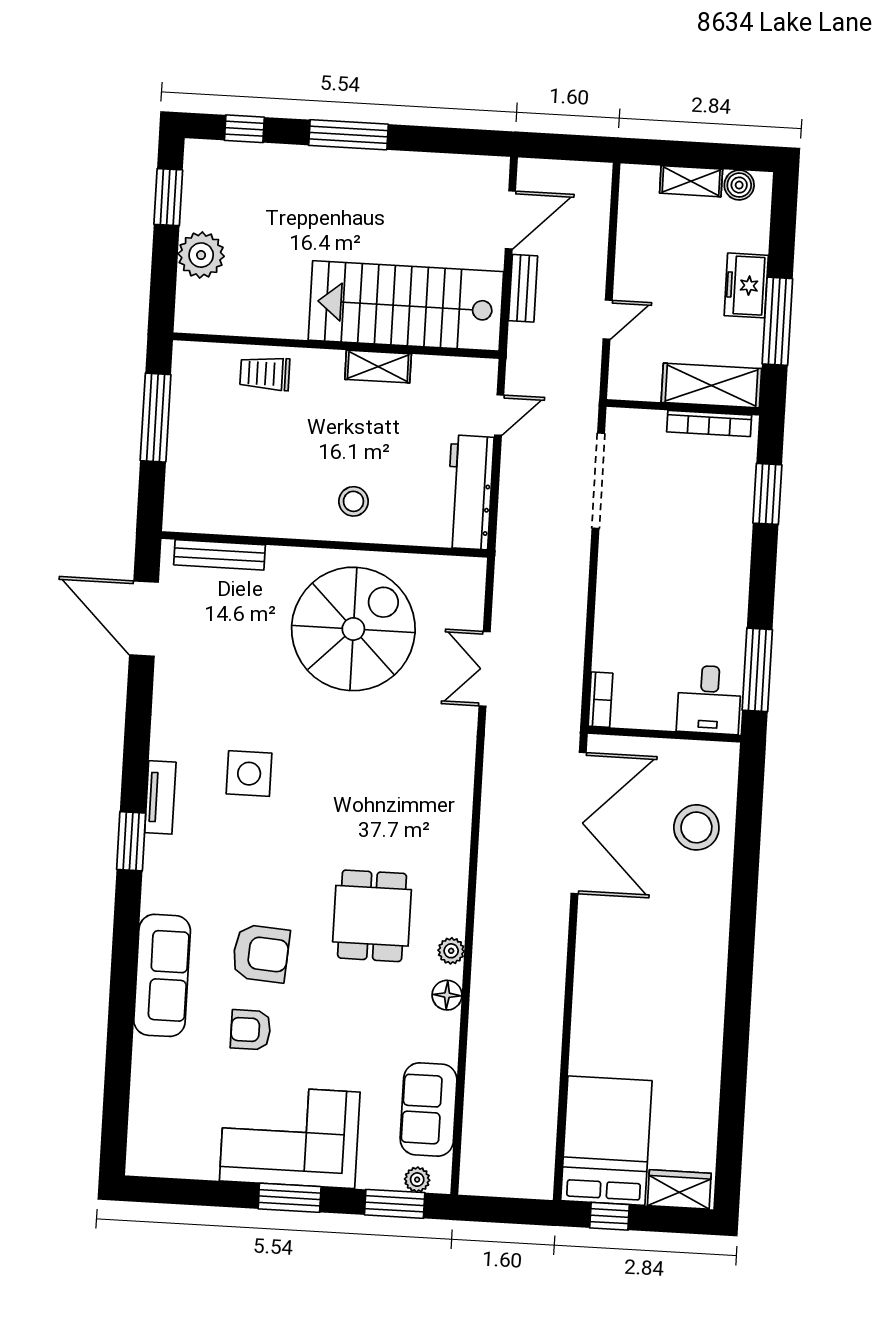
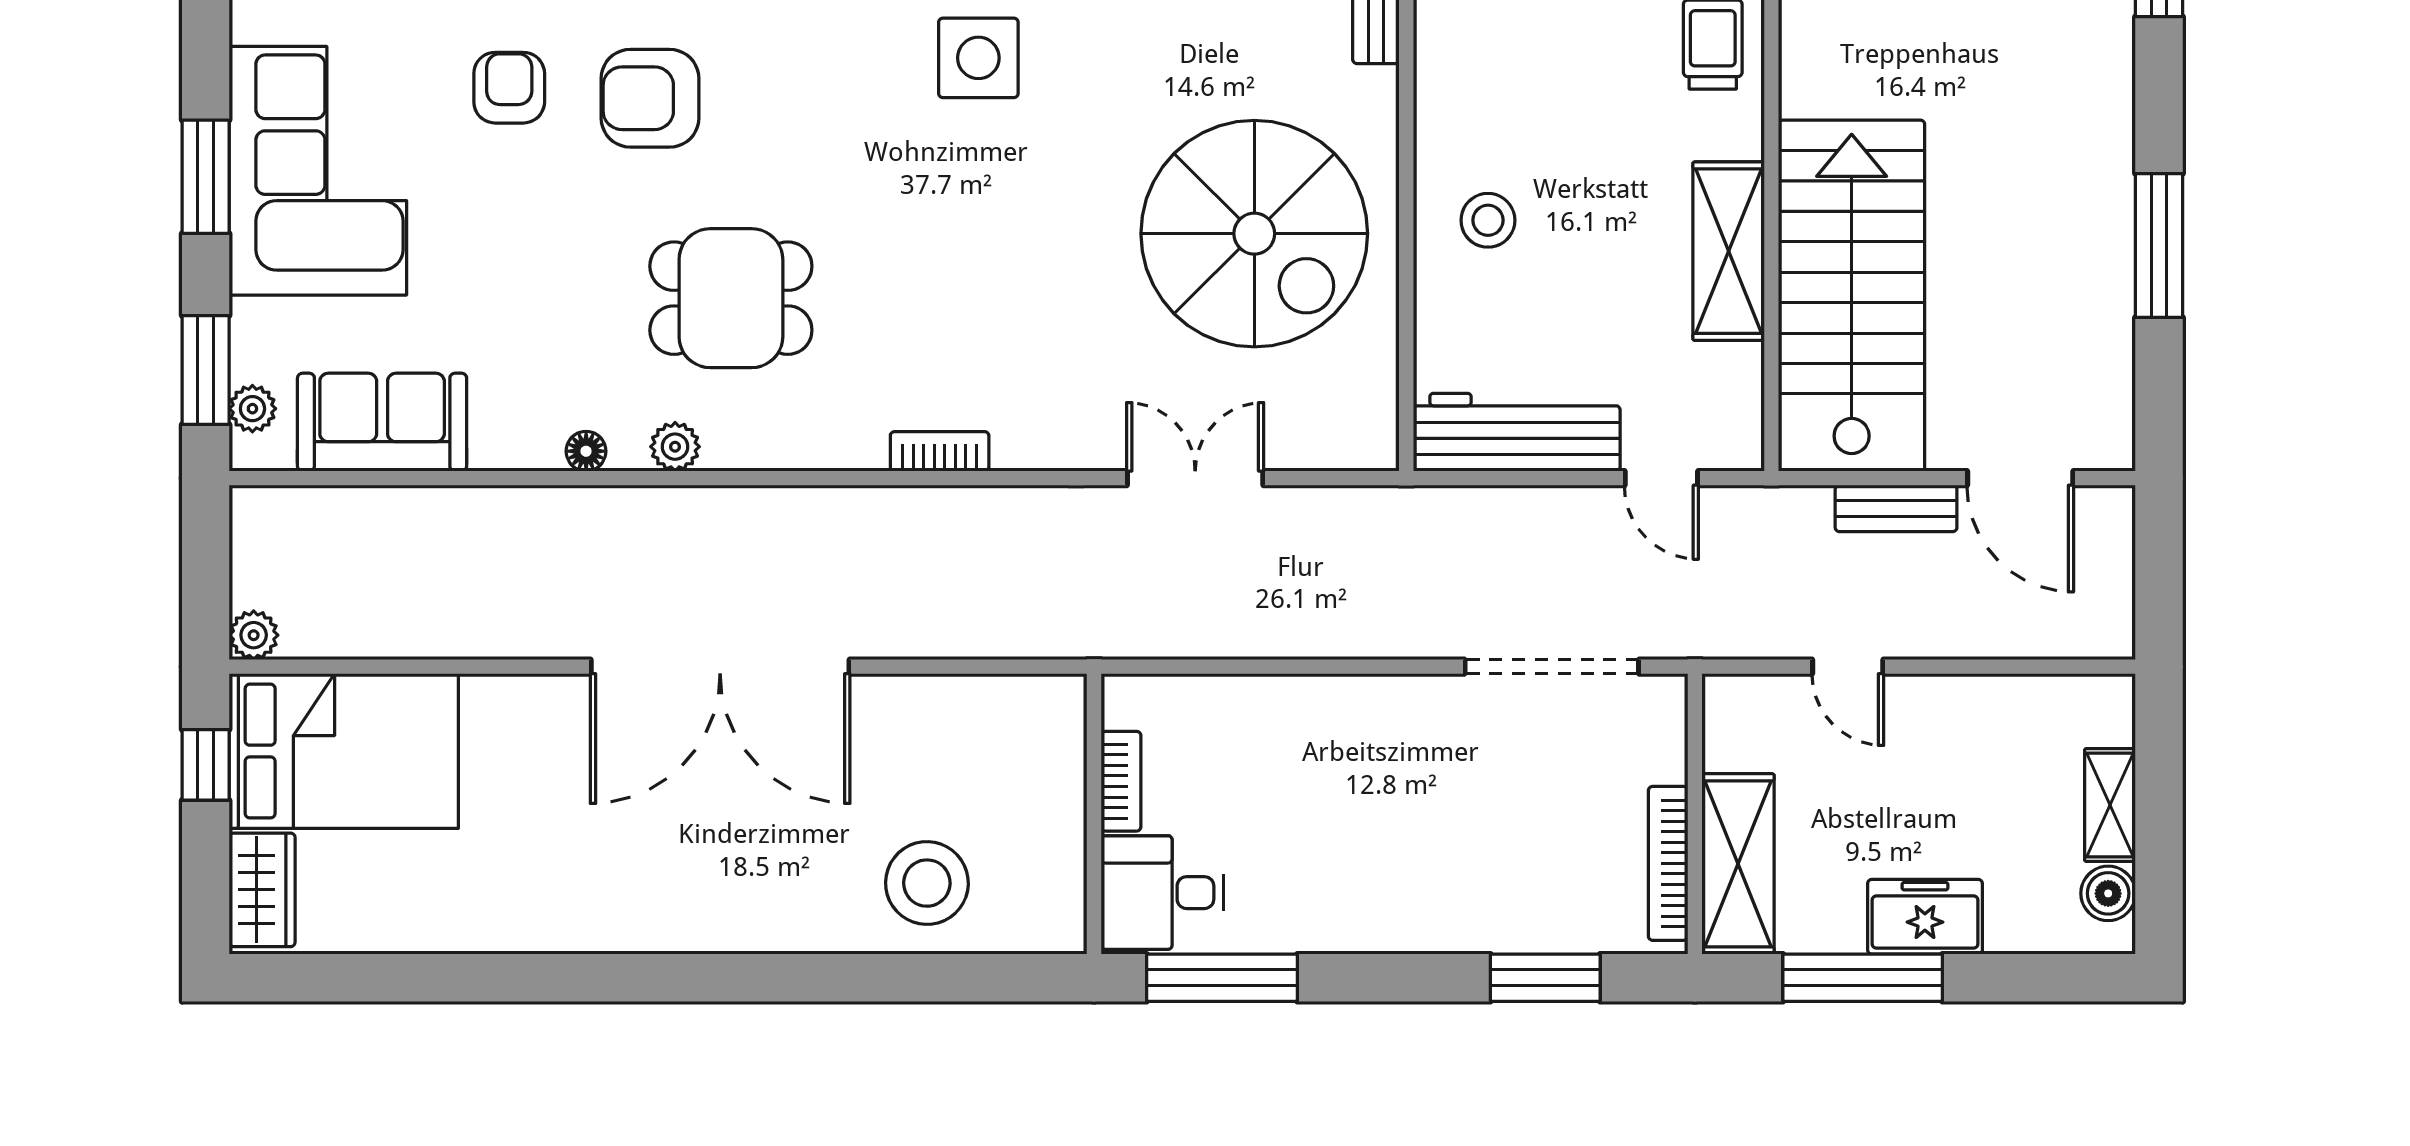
window: (348, 135) -> (2159, 246), moved
shelving: (378, 367) -> (1729, 251), width x1.50, depth x1.33
bookcase: (600, 700) -> (1121, 781), moved, turned -90
bookcase: (462, 807) -> (940, 451), added
double door: (579, 823) -> (720, 667), moved
armchair: (261, 954) -> (650, 98), turned 86
floor lamp: (447, 995) -> (586, 451), width x0.73, depth x0.73
plant: (540, 1186) -> (254, 635), added

